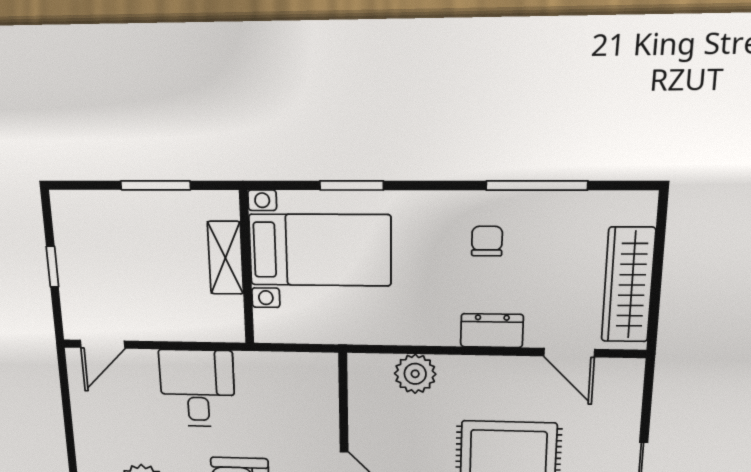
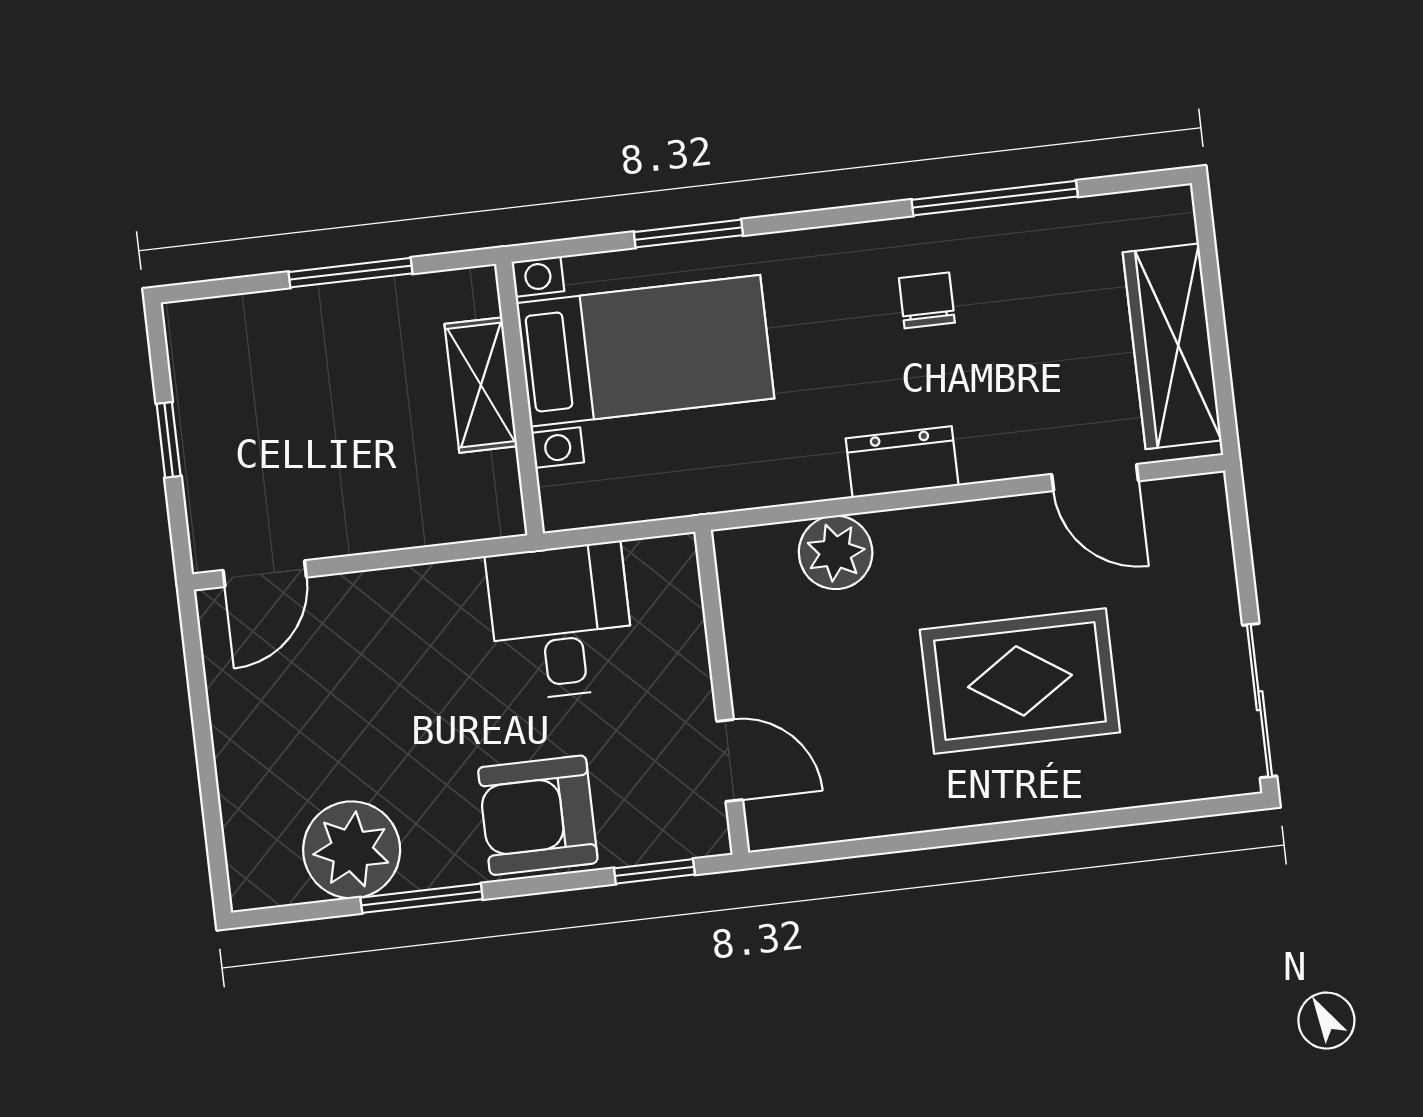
dresser: (492, 331) -> (902, 462), moved
desk: (197, 388) -> (561, 621), moved

